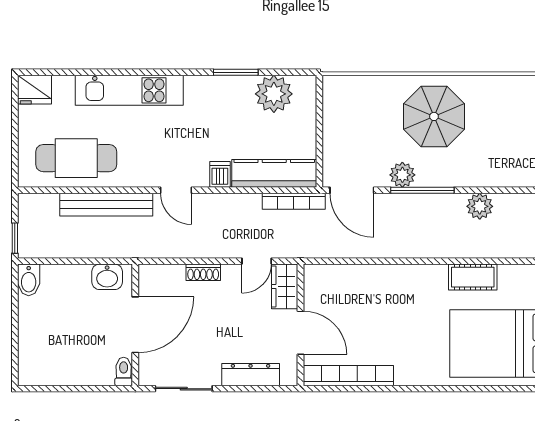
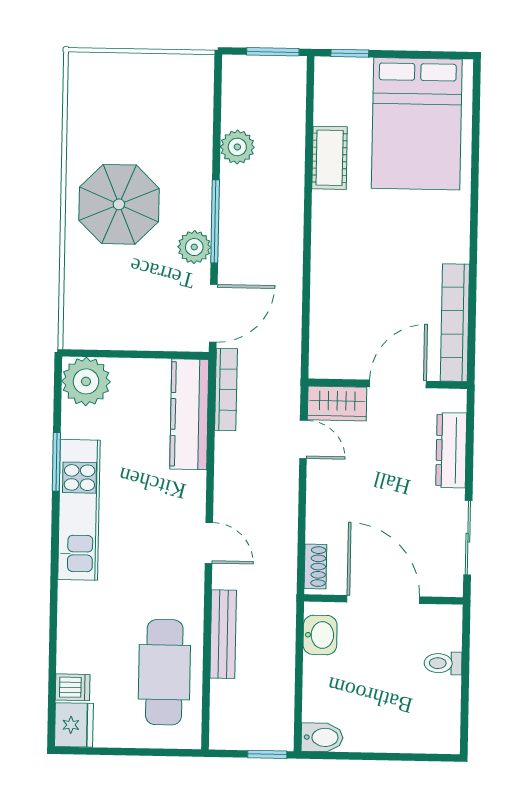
kitchen unit: (129, 90) -> (79, 510), moved
plant: (274, 94) -> (86, 381), moved
dishwasher: (220, 174) -> (73, 687), moved, turned 180
door: (176, 190) -> (209, 543), hinge flipped
bench: (106, 205) -> (223, 634), width x0.73, depth x0.82
shoe rack: (203, 272) -> (315, 567), moved
toilet: (124, 371) -> (443, 663), moved

